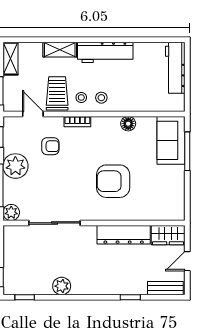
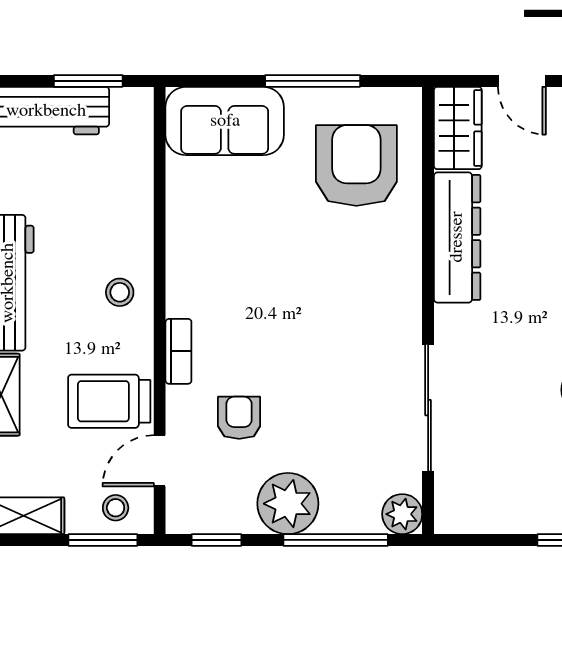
window: (187, 85) -> (88, 81), added
stool: (81, 97) -> (116, 508), moved
floor lamp: (128, 124) -> (184, 226), removed
window: (187, 151) -> (313, 81), moved
armchair: (113, 181) -> (356, 165), moved, turned 180

